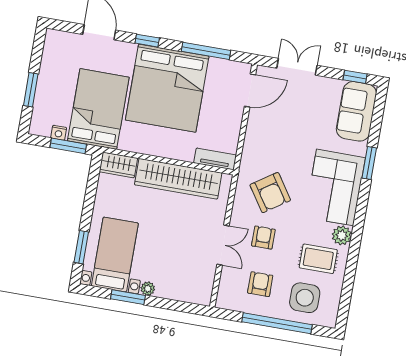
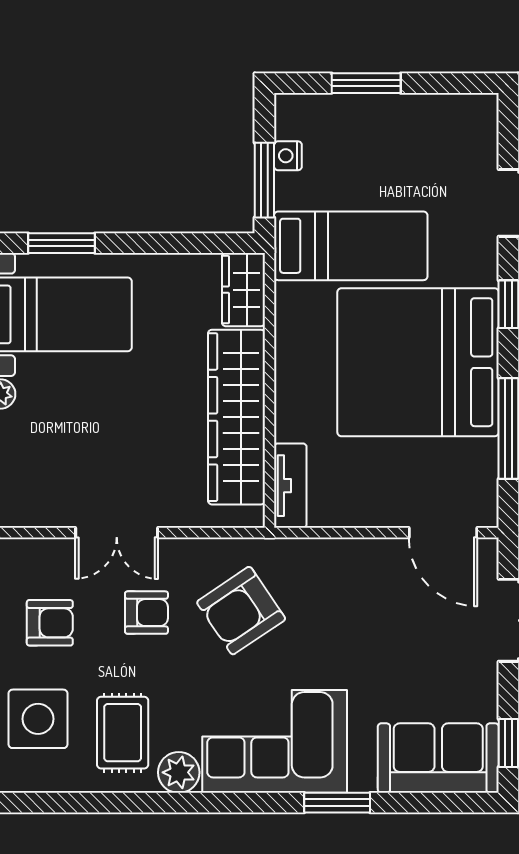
bed: (98, 109) -> (351, 246), width x0.67

